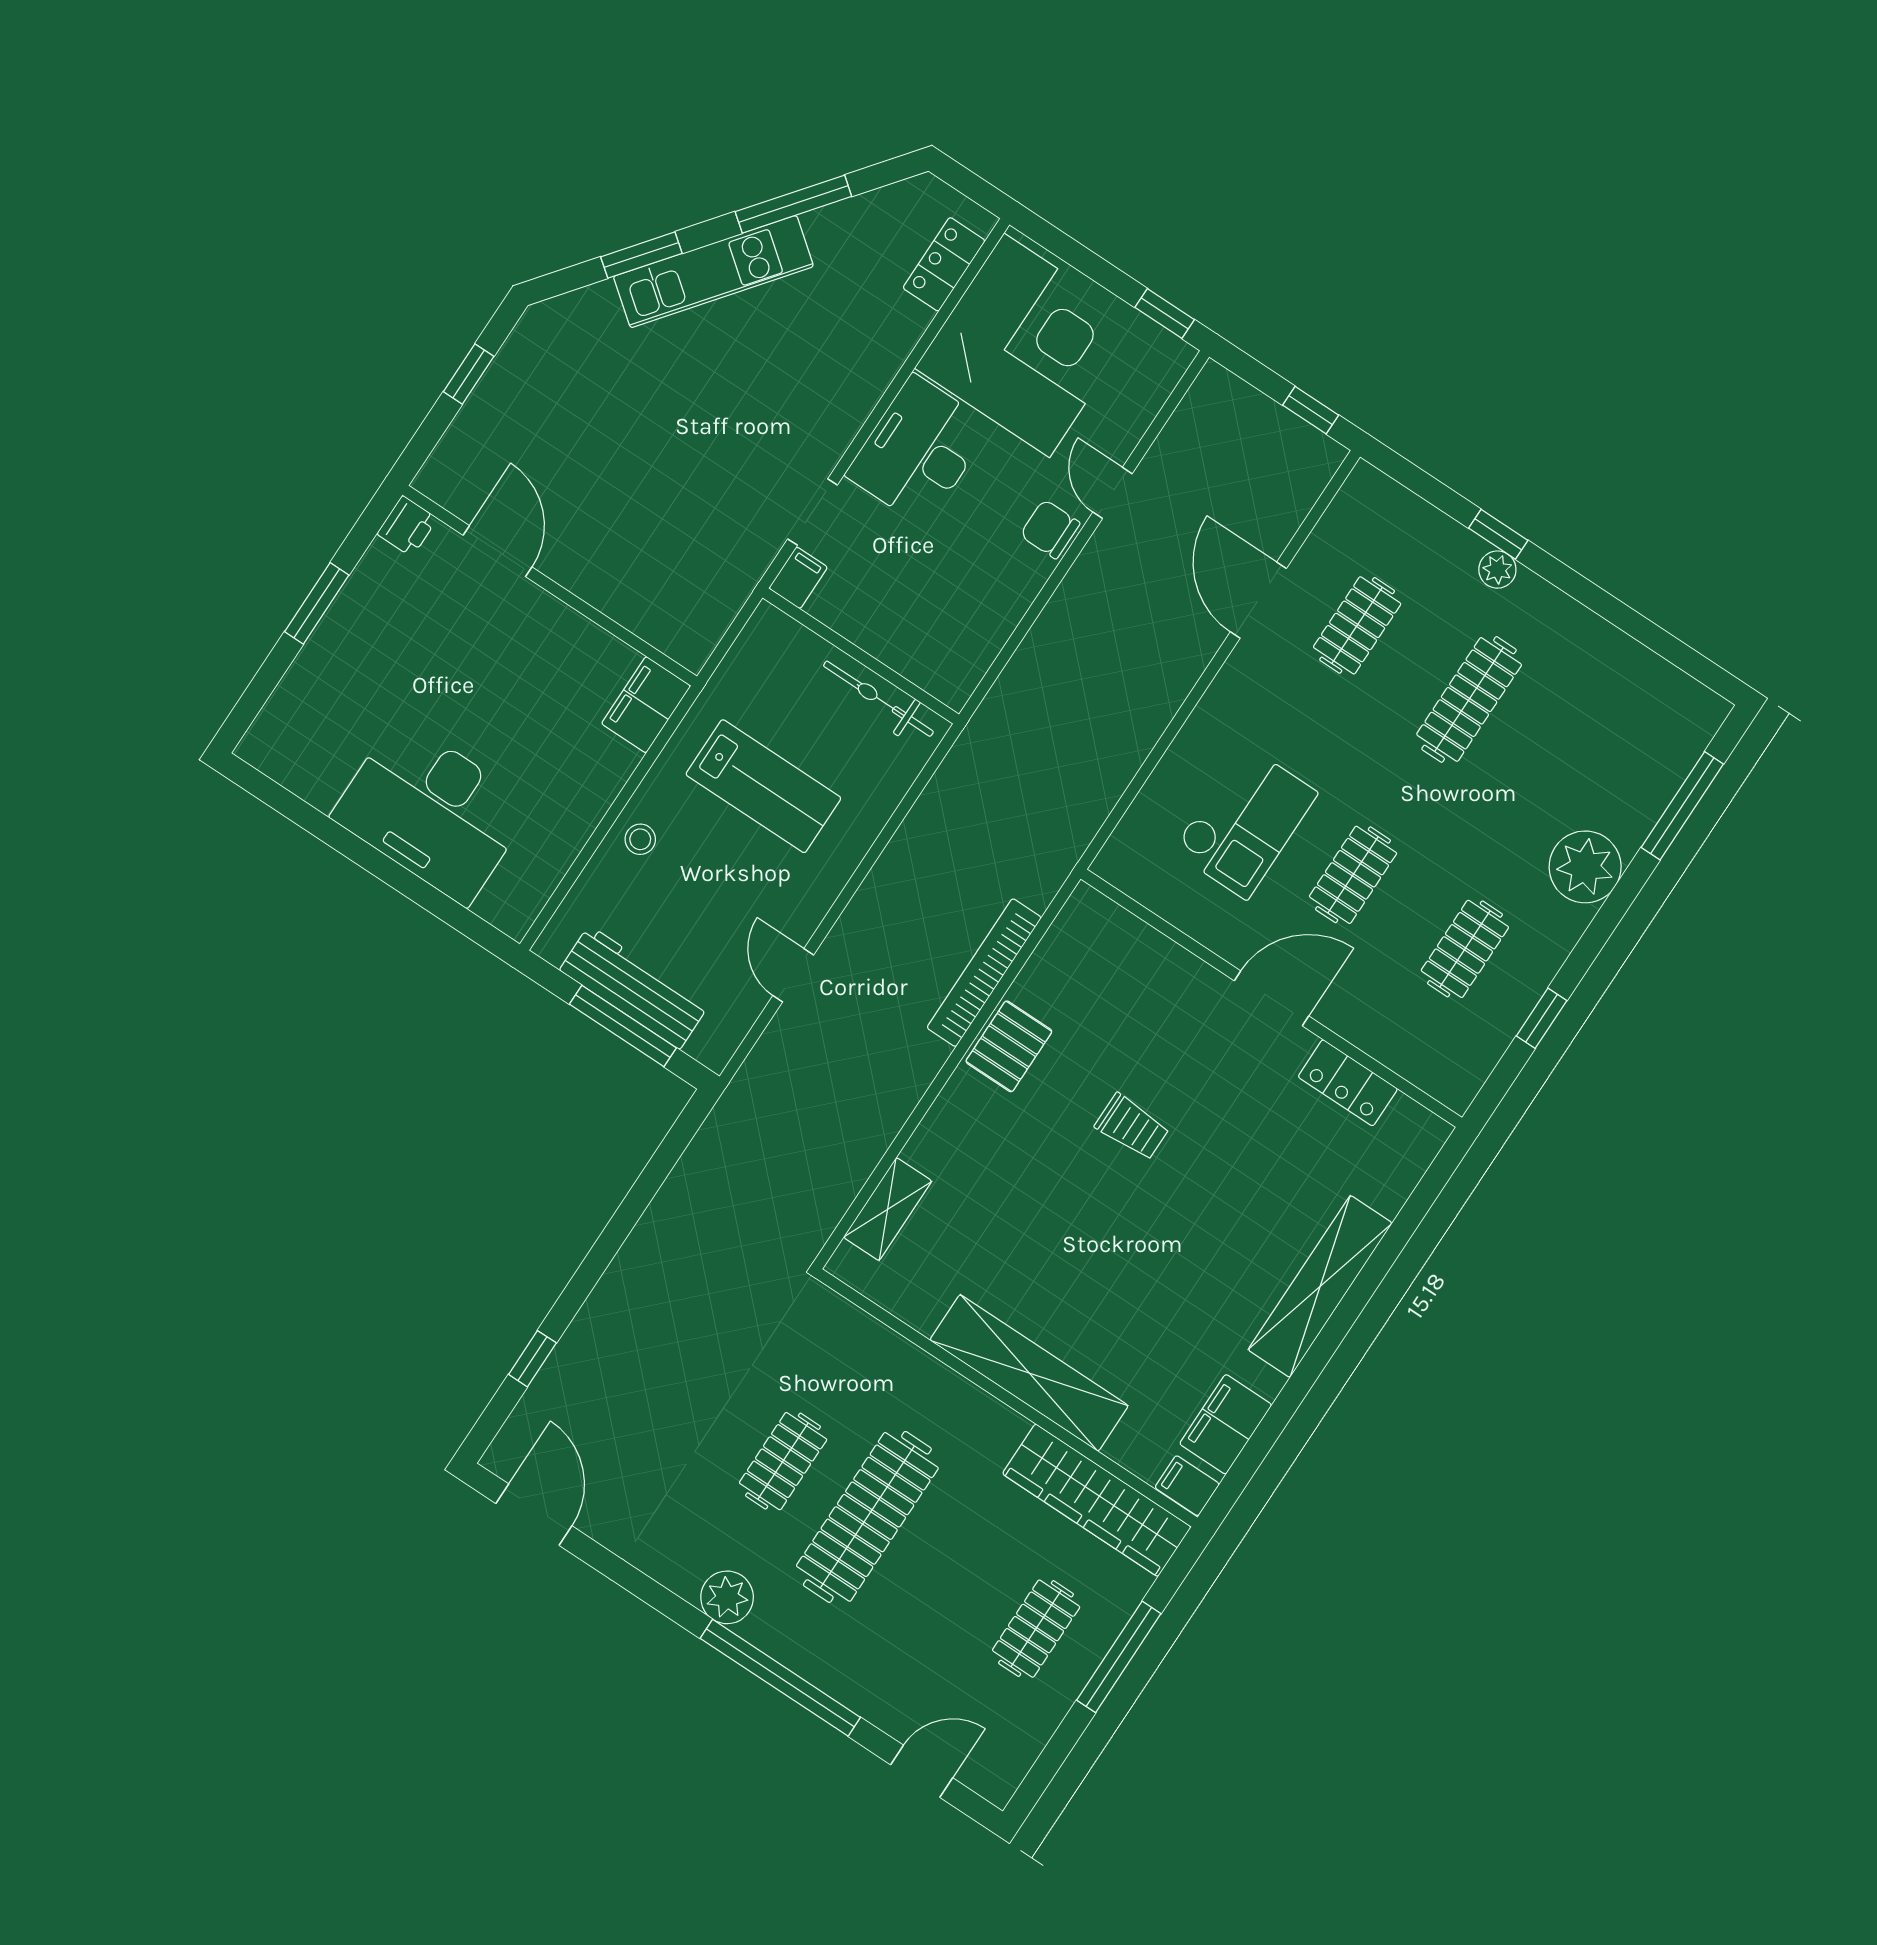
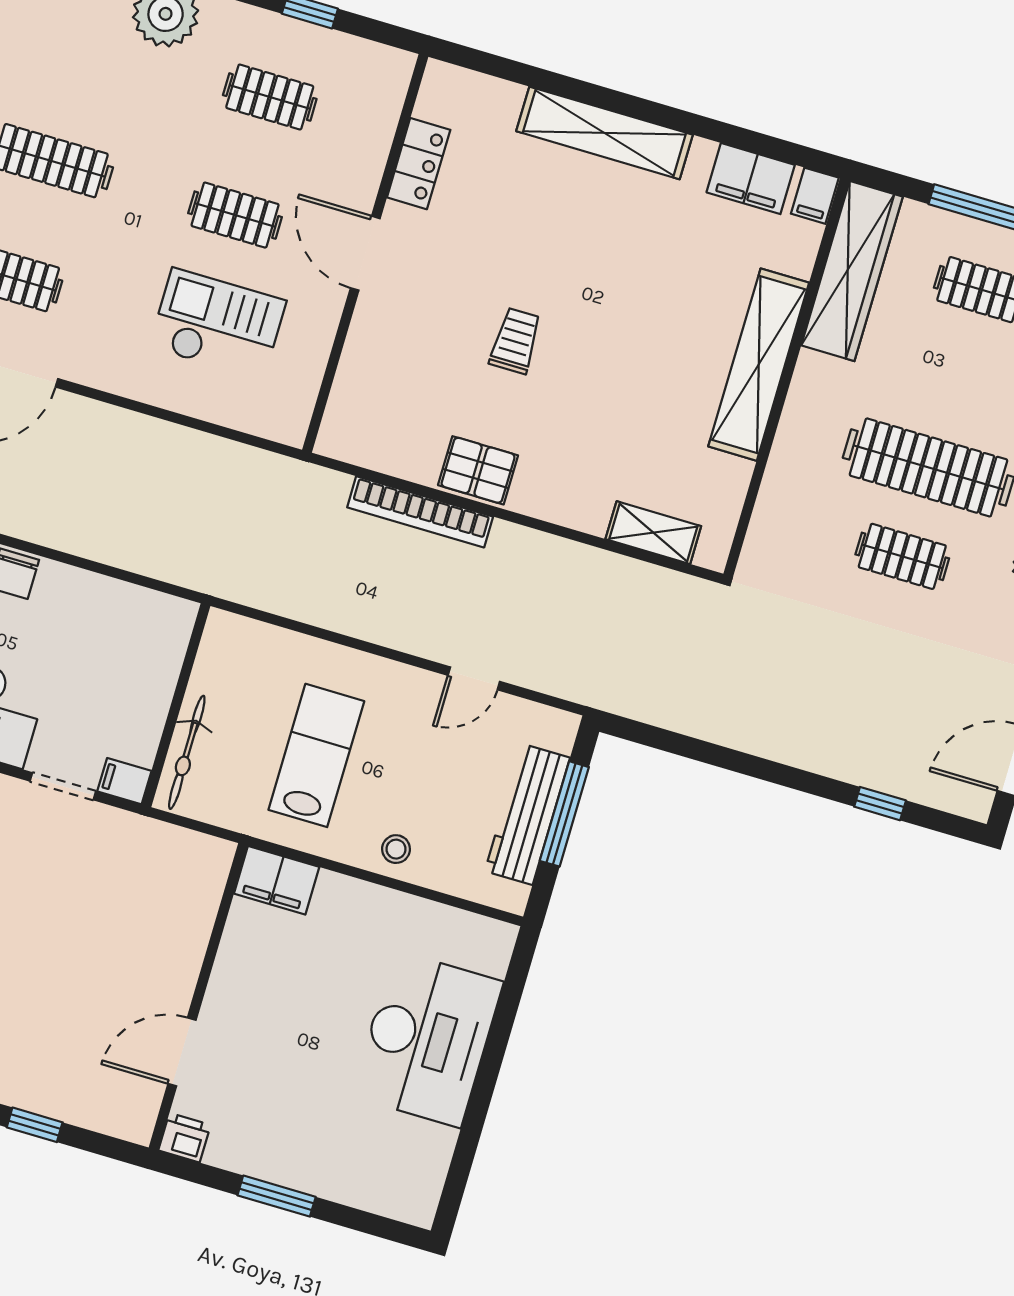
bicycle: (878, 699) -> (187, 752), moved

